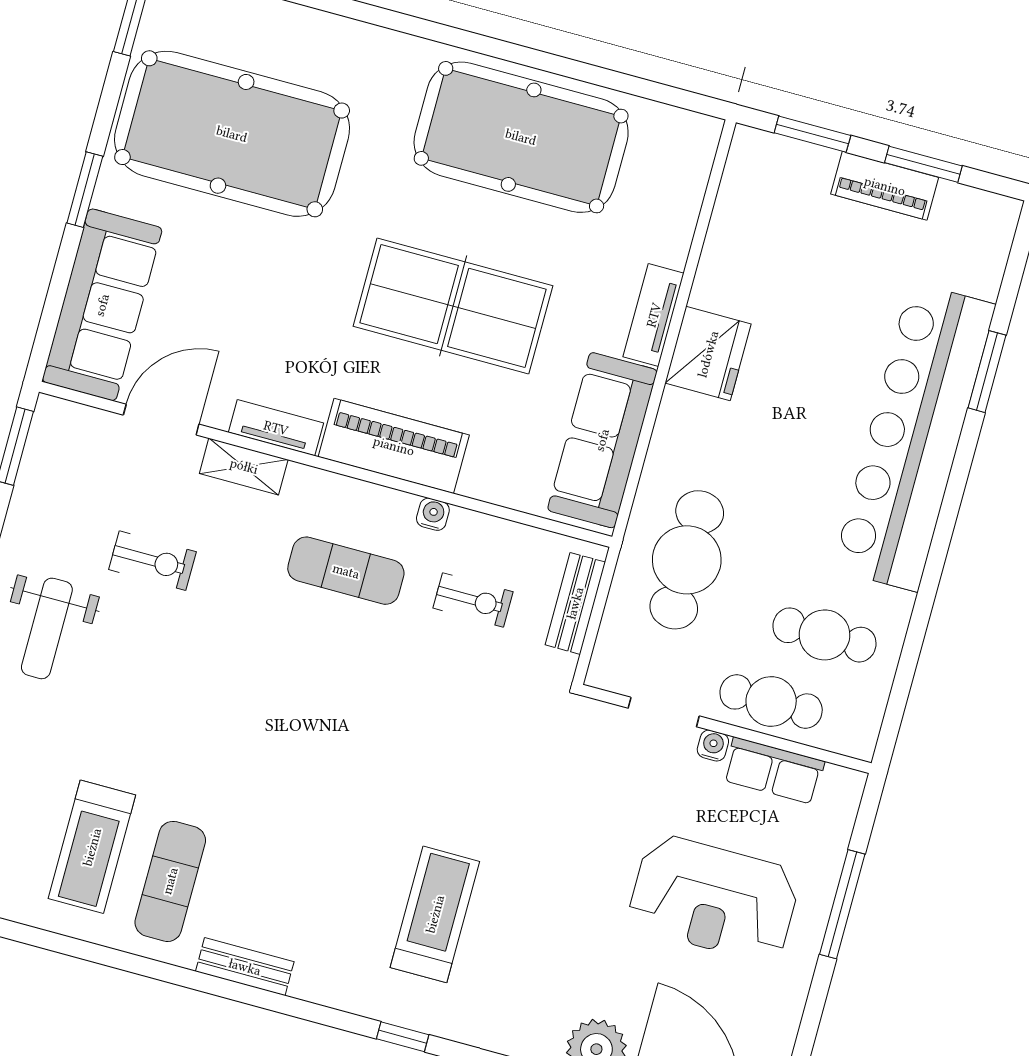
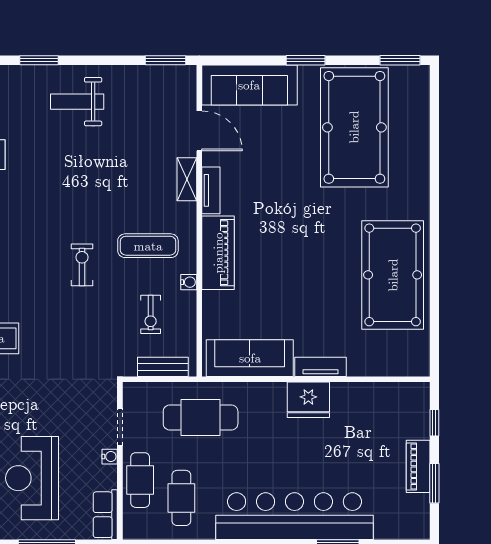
window: (812, 134) -> (434, 423), width x0.67
table tennis table: (453, 306) -> (297, 264), removed
exercise bike: (152, 561) -> (82, 265), moved, turned 180
exercise mat: (346, 571) -> (148, 246), turned 90
row of seats: (774, 771) -> (105, 515), moved

